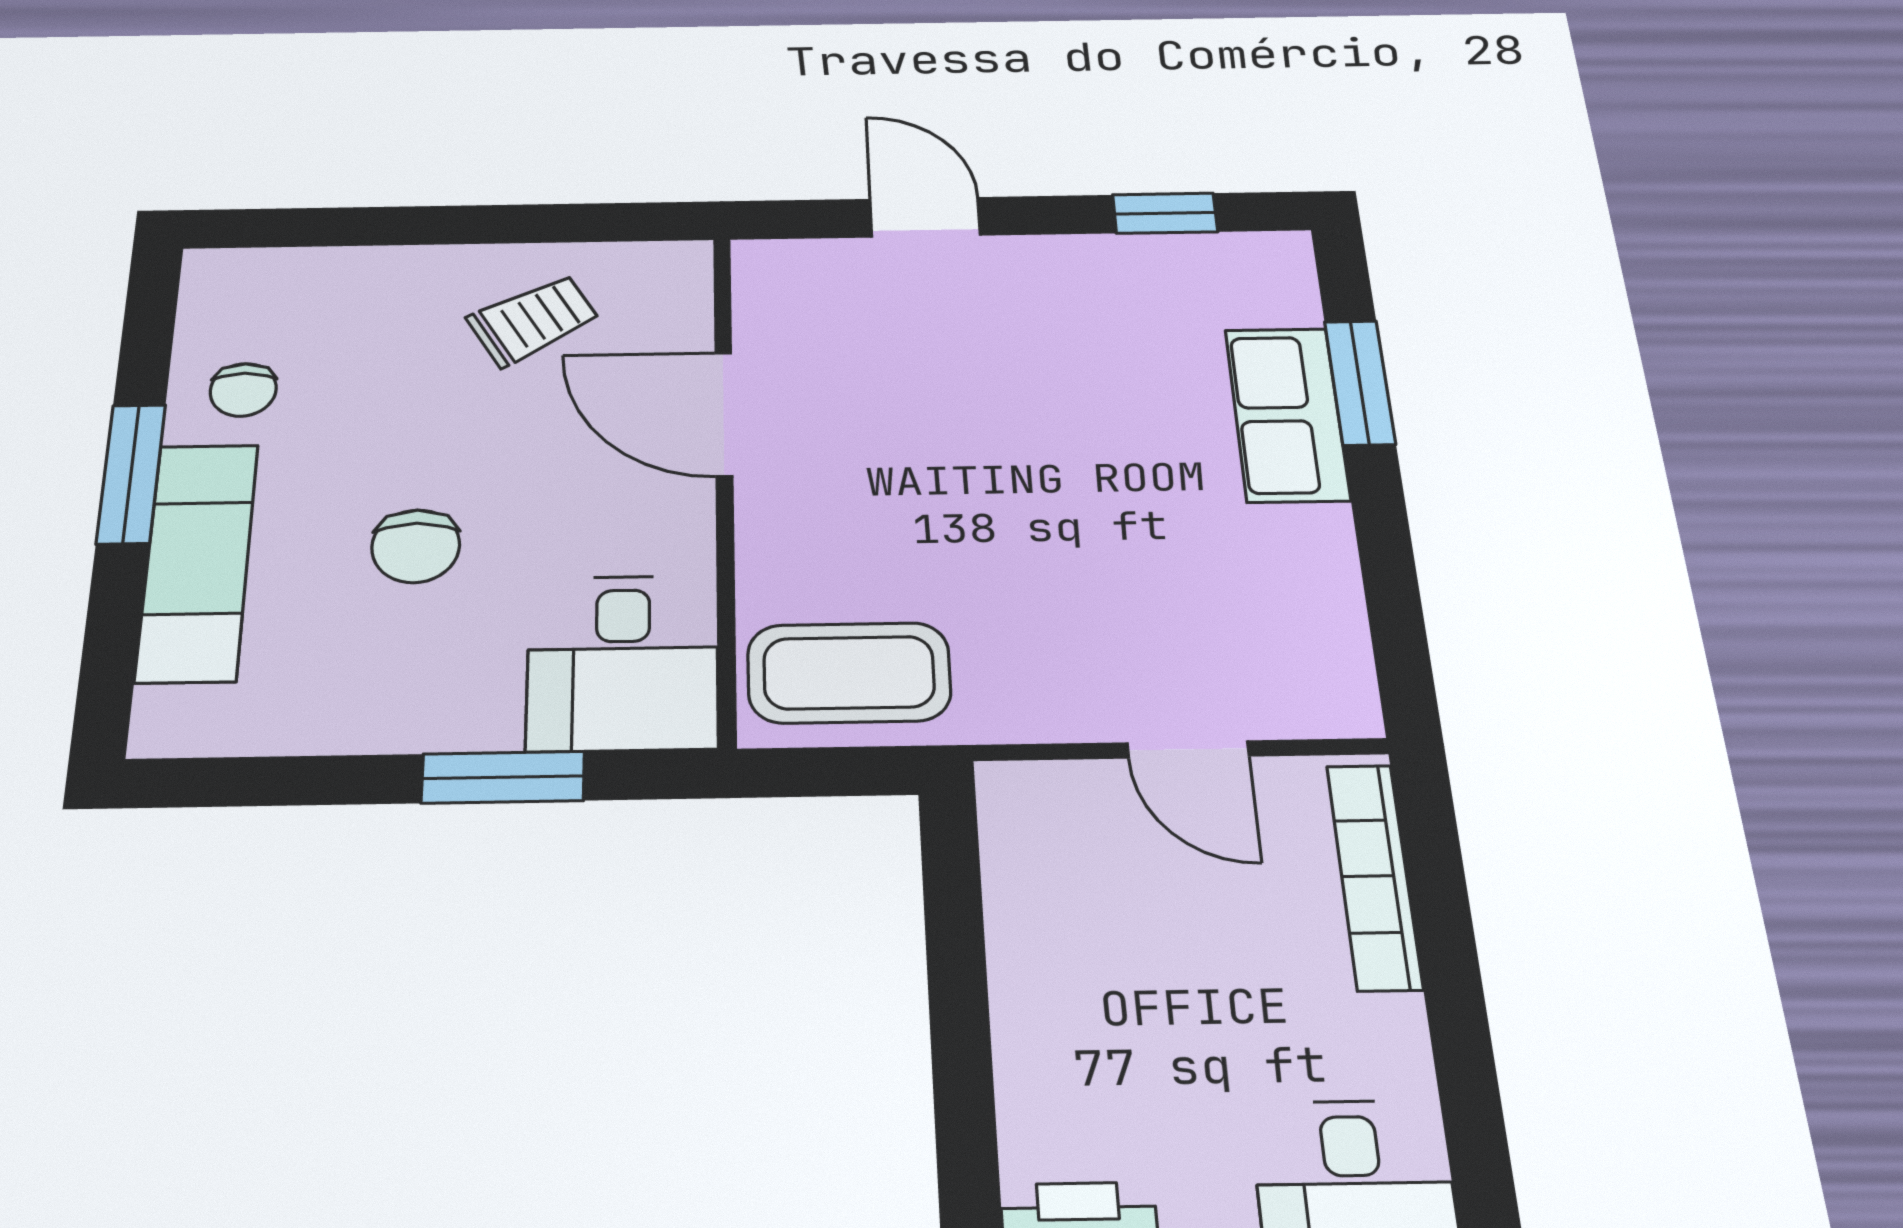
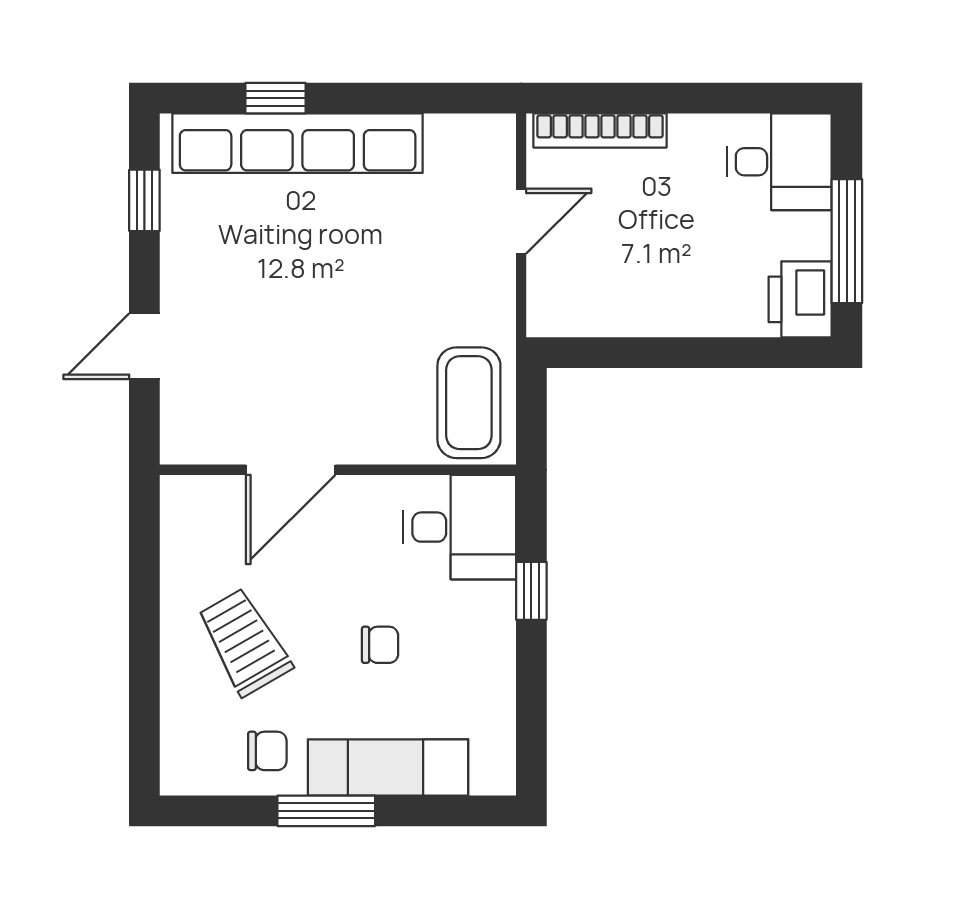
trolley: (533, 320) -> (244, 642), moved, width x1.36, depth x1.39
window: (1360, 383) -> (275, 98), width x0.67
row of seats: (1287, 414) -> (298, 143), width x2.02
chair: (416, 546) -> (380, 645), width x0.73, depth x0.73
window: (503, 777) -> (531, 591), width x0.67

